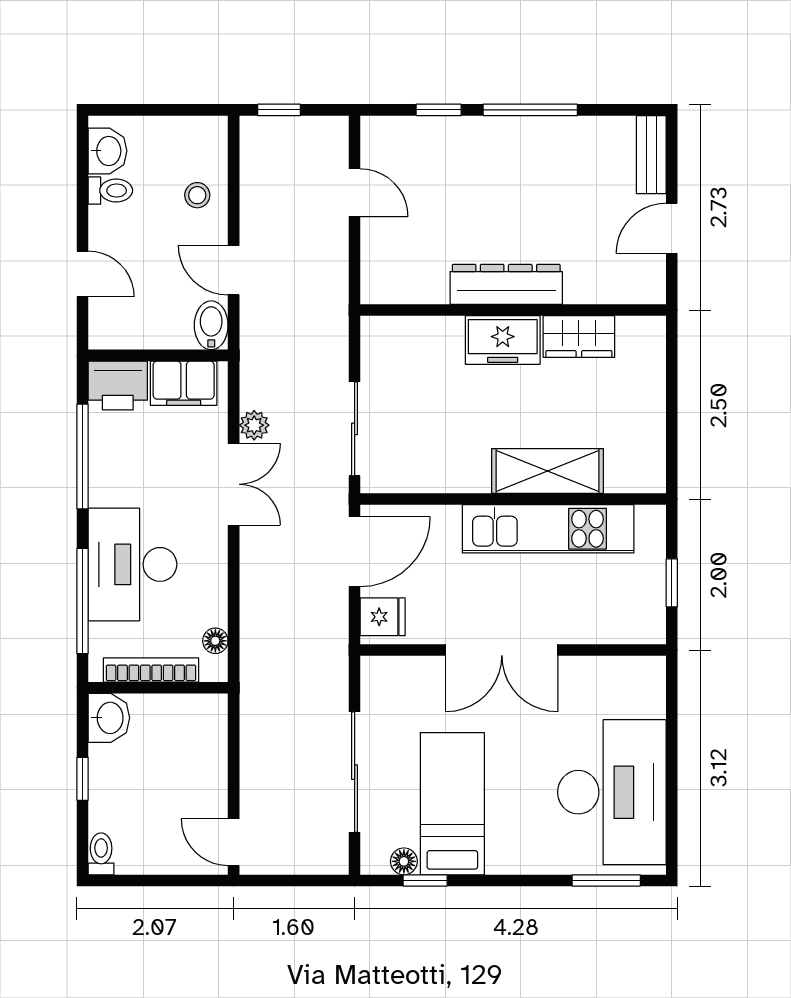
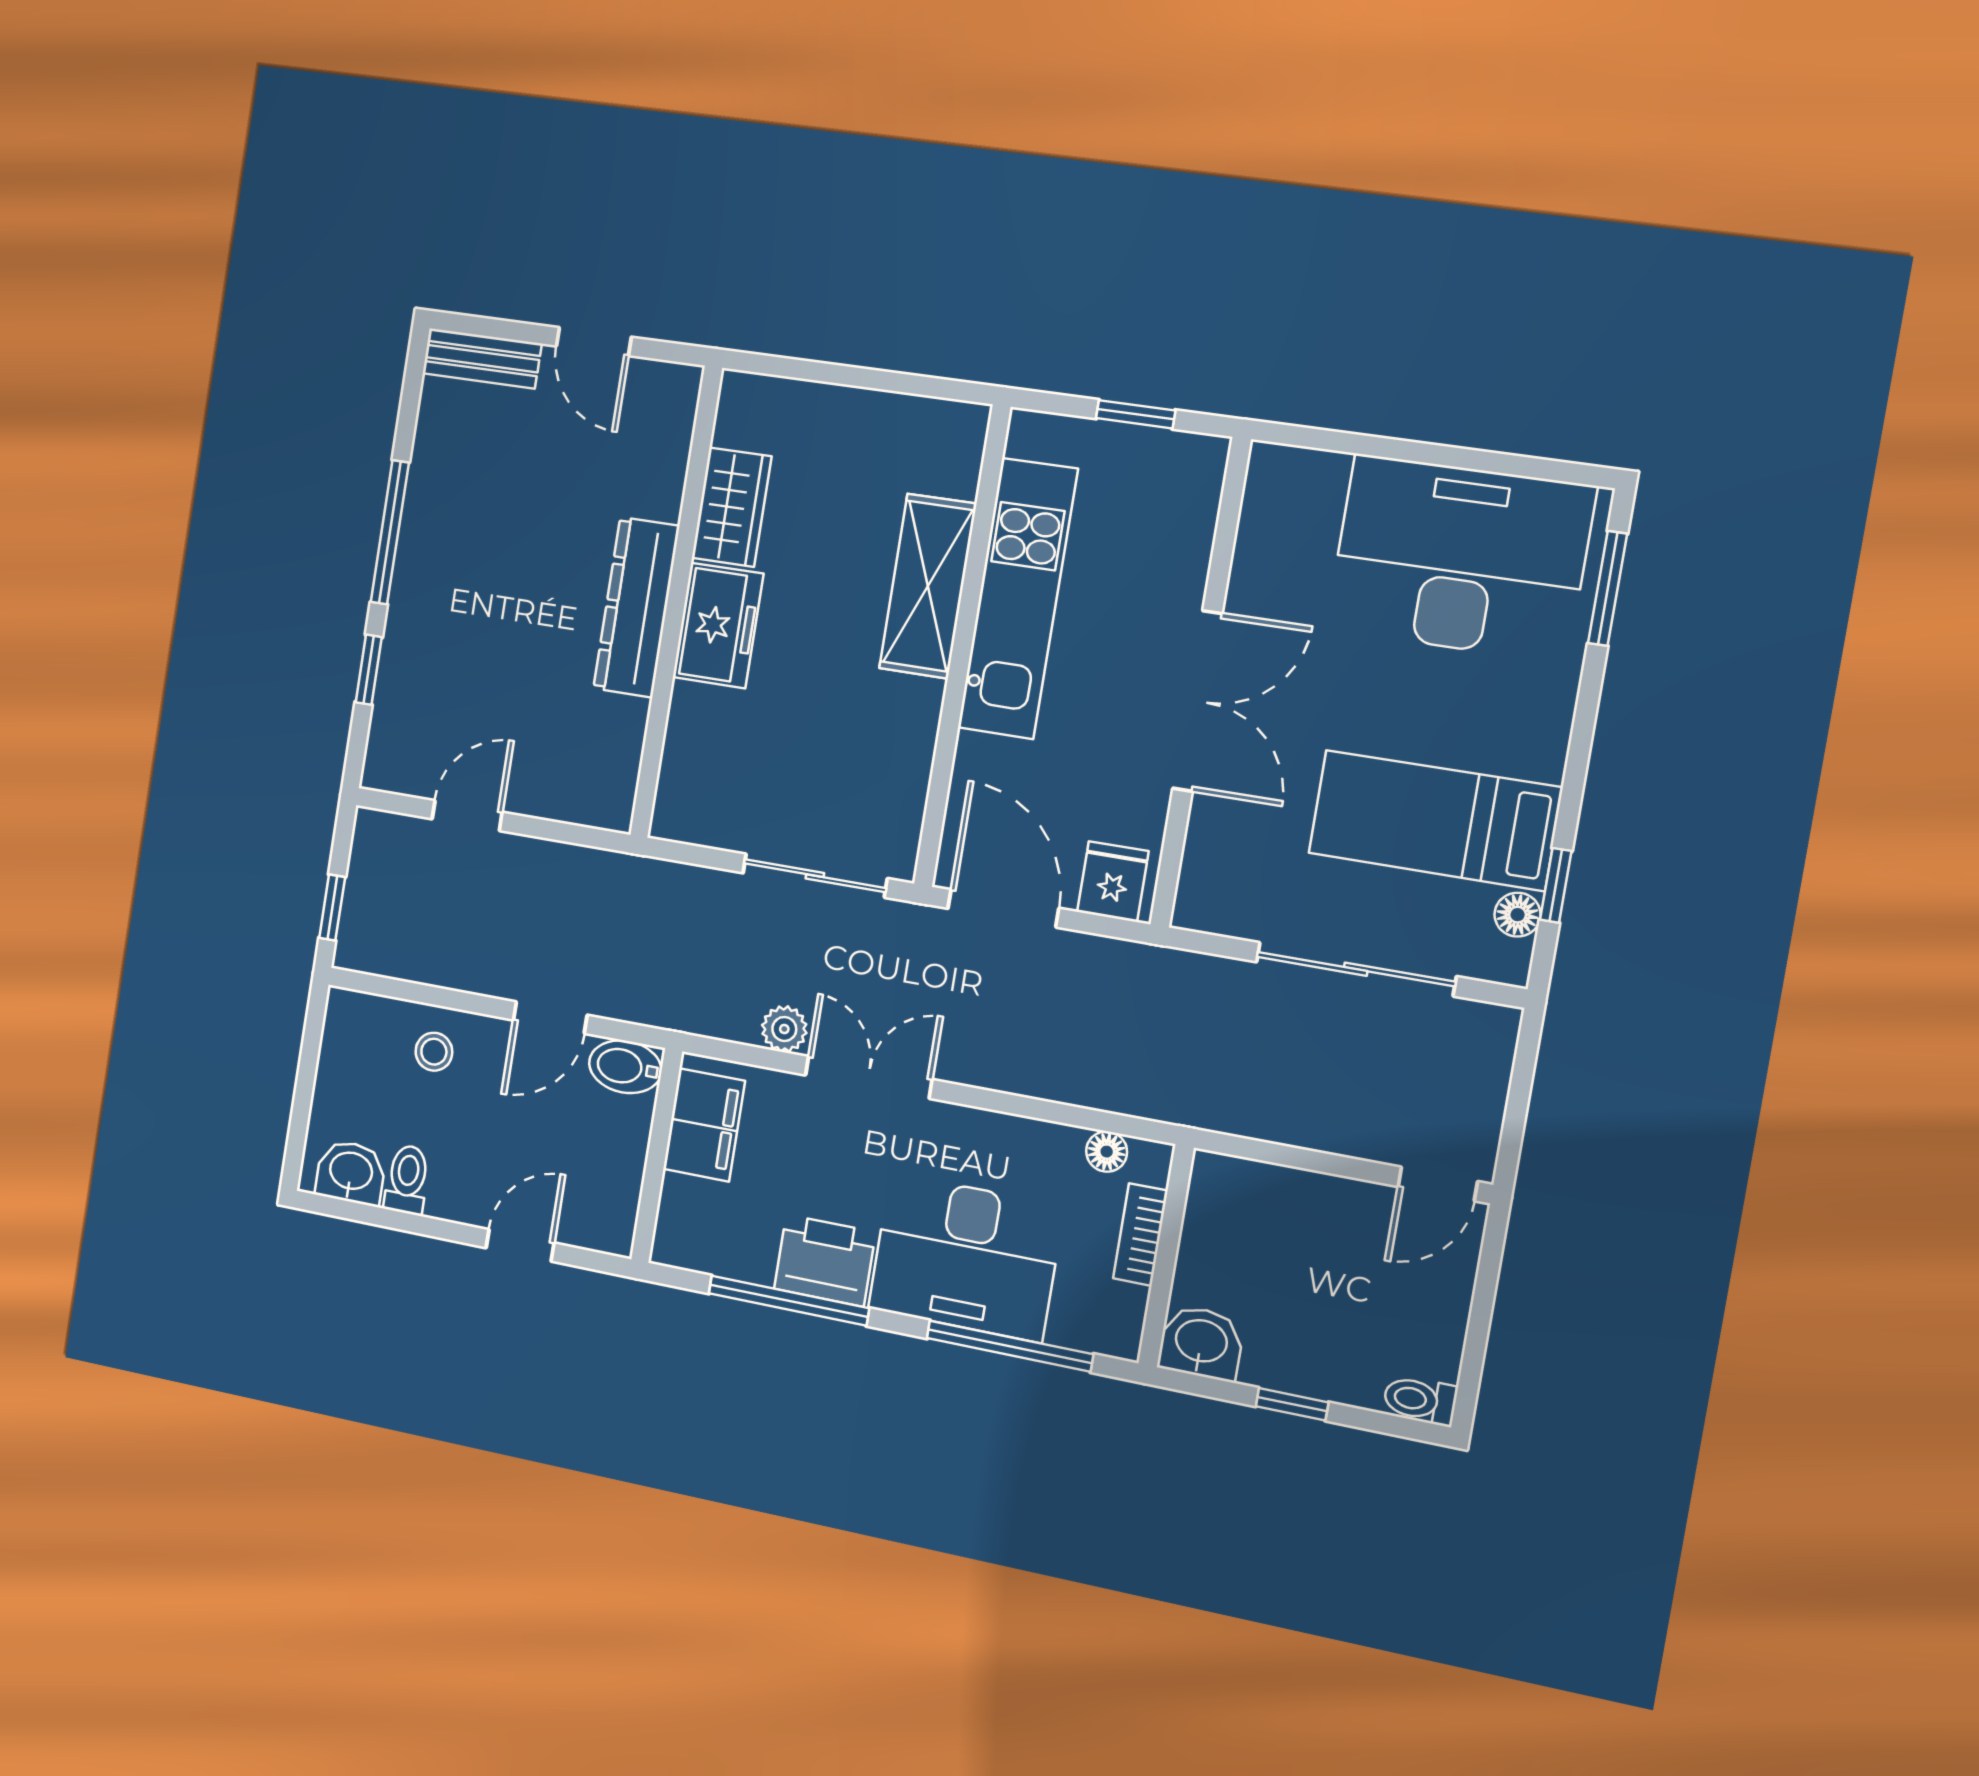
printer: (118, 386) -> (825, 1260), moved, turned -90
bookcase: (151, 670) -> (1140, 1235), width x0.64

